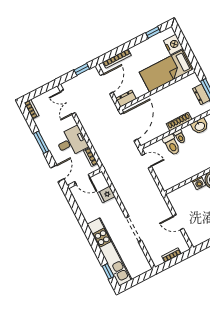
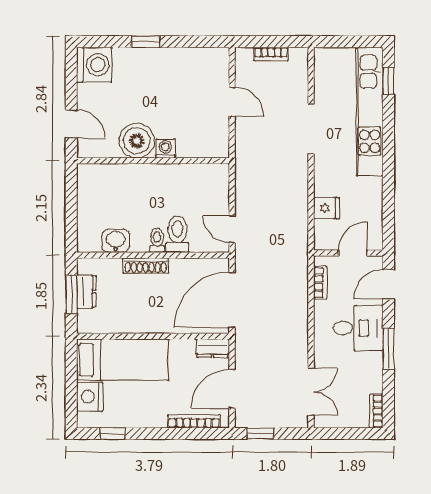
desk: (72, 142) -> (358, 328), moved, turned 180
door: (82, 180) -> (353, 253), hinge flipped

